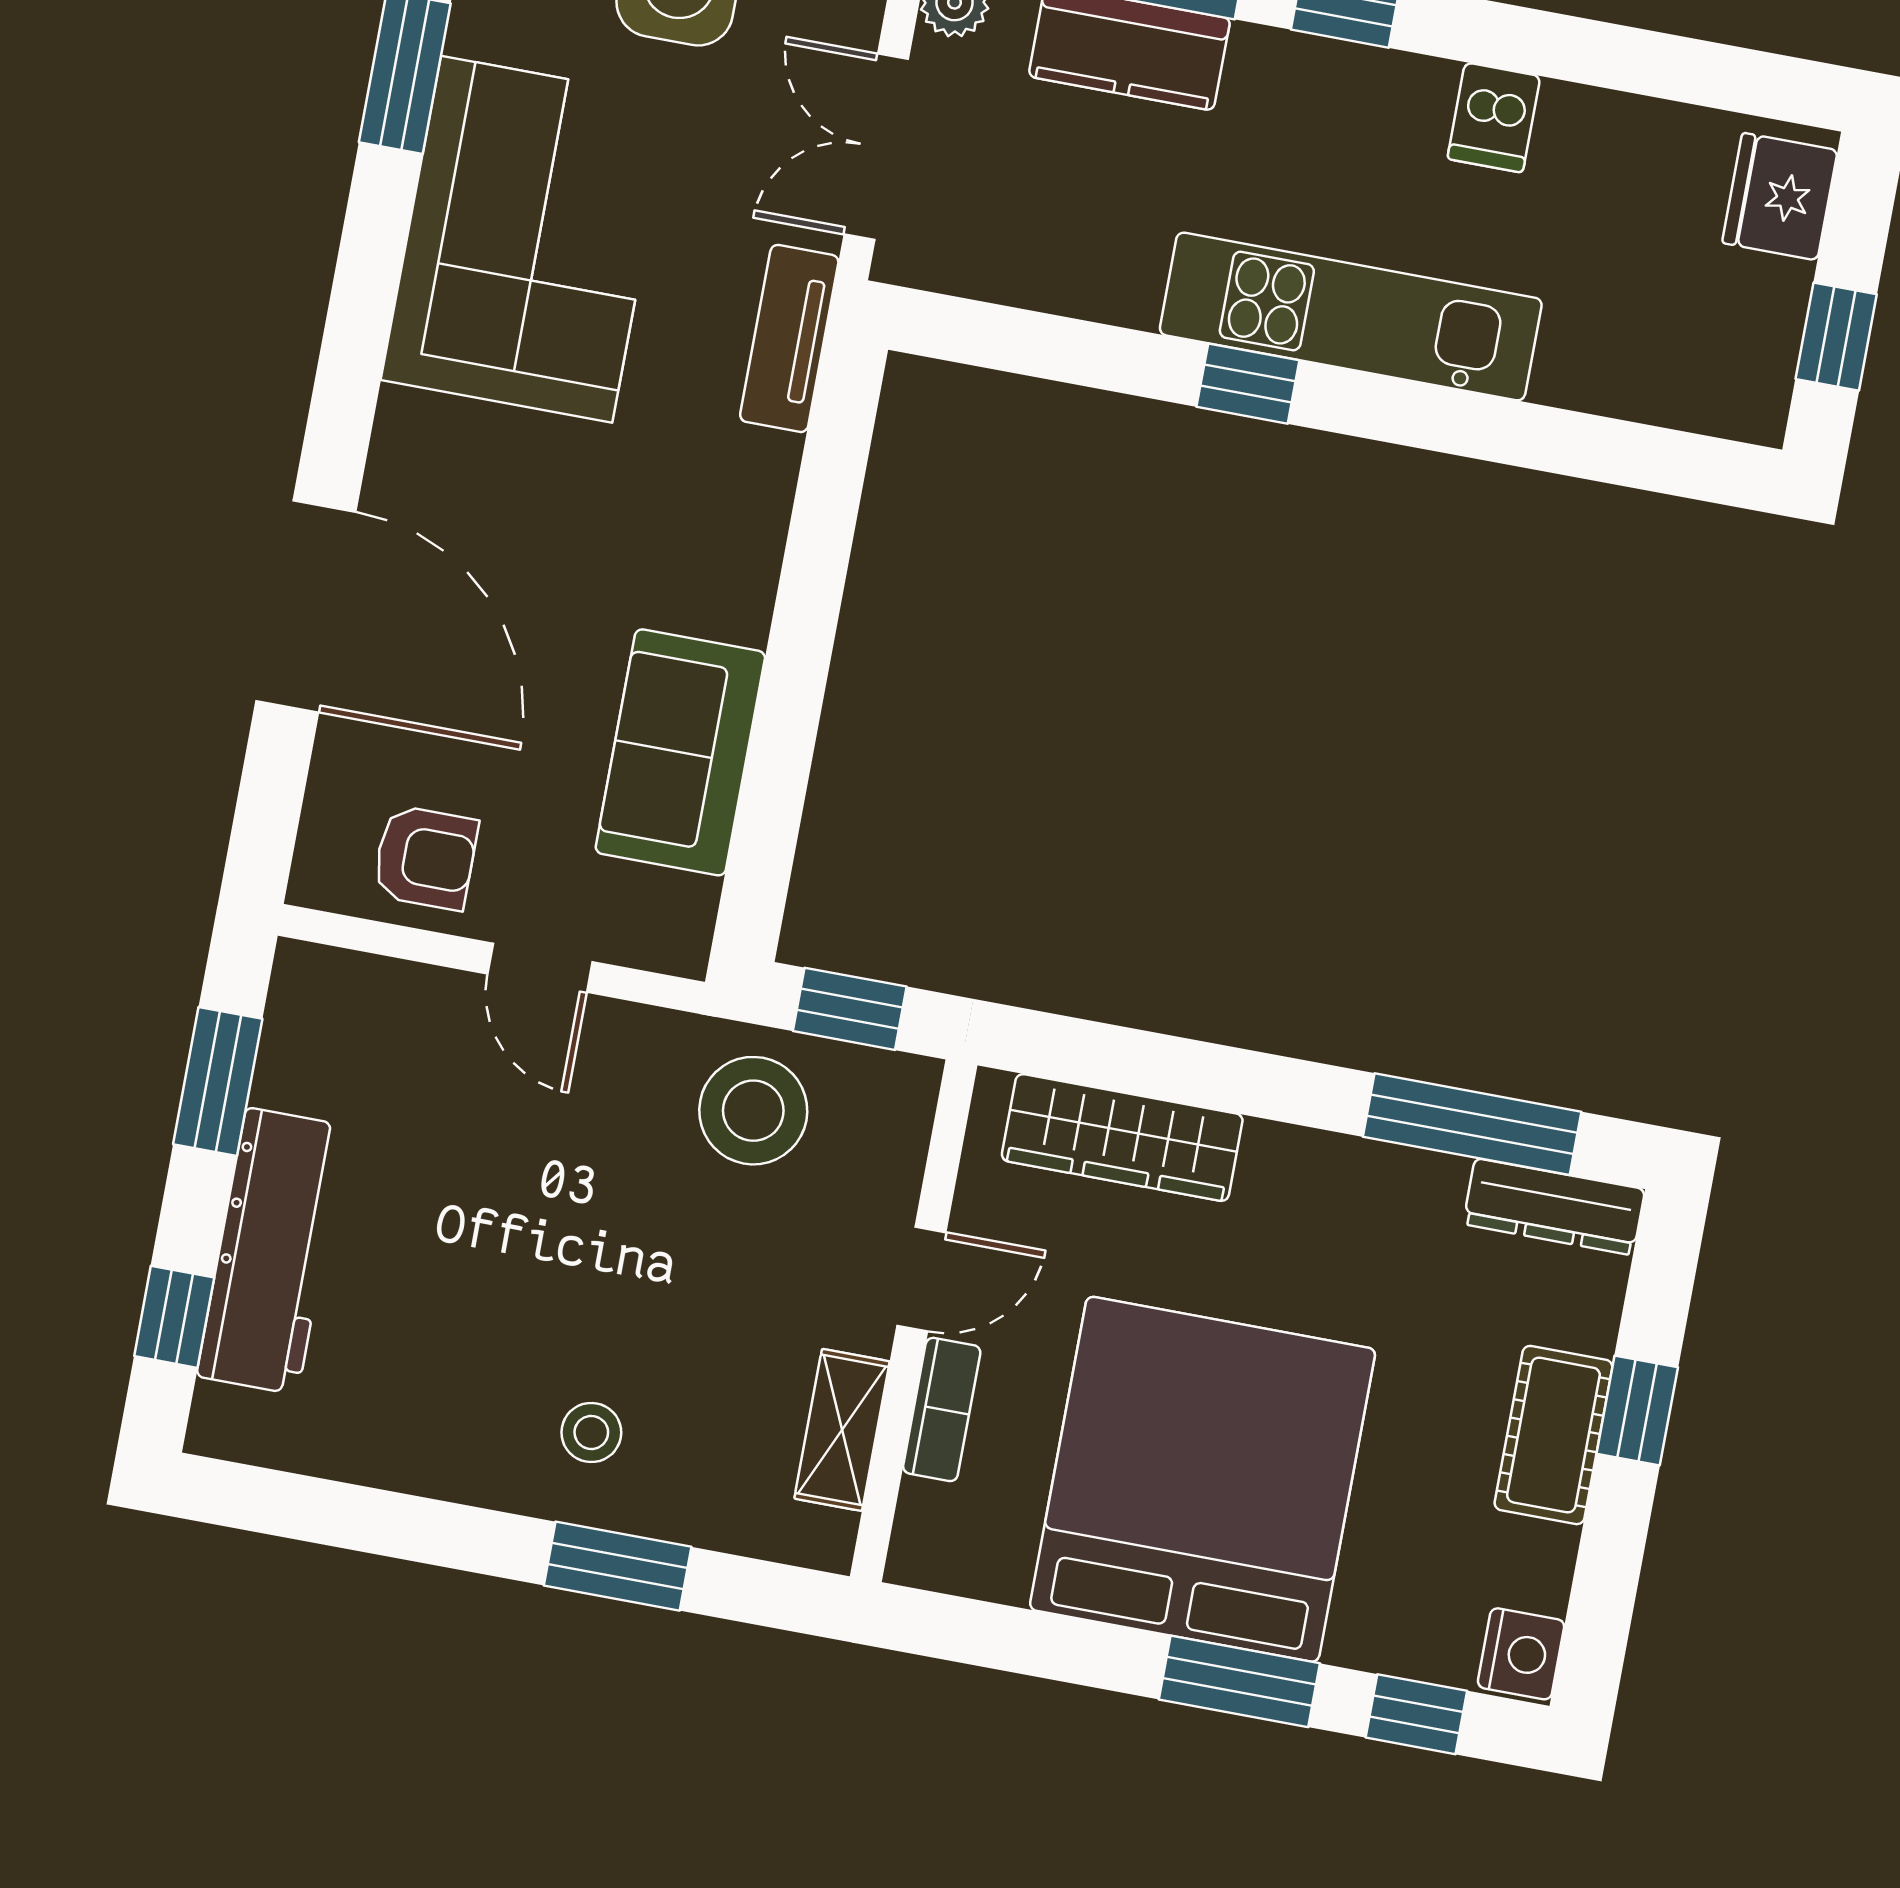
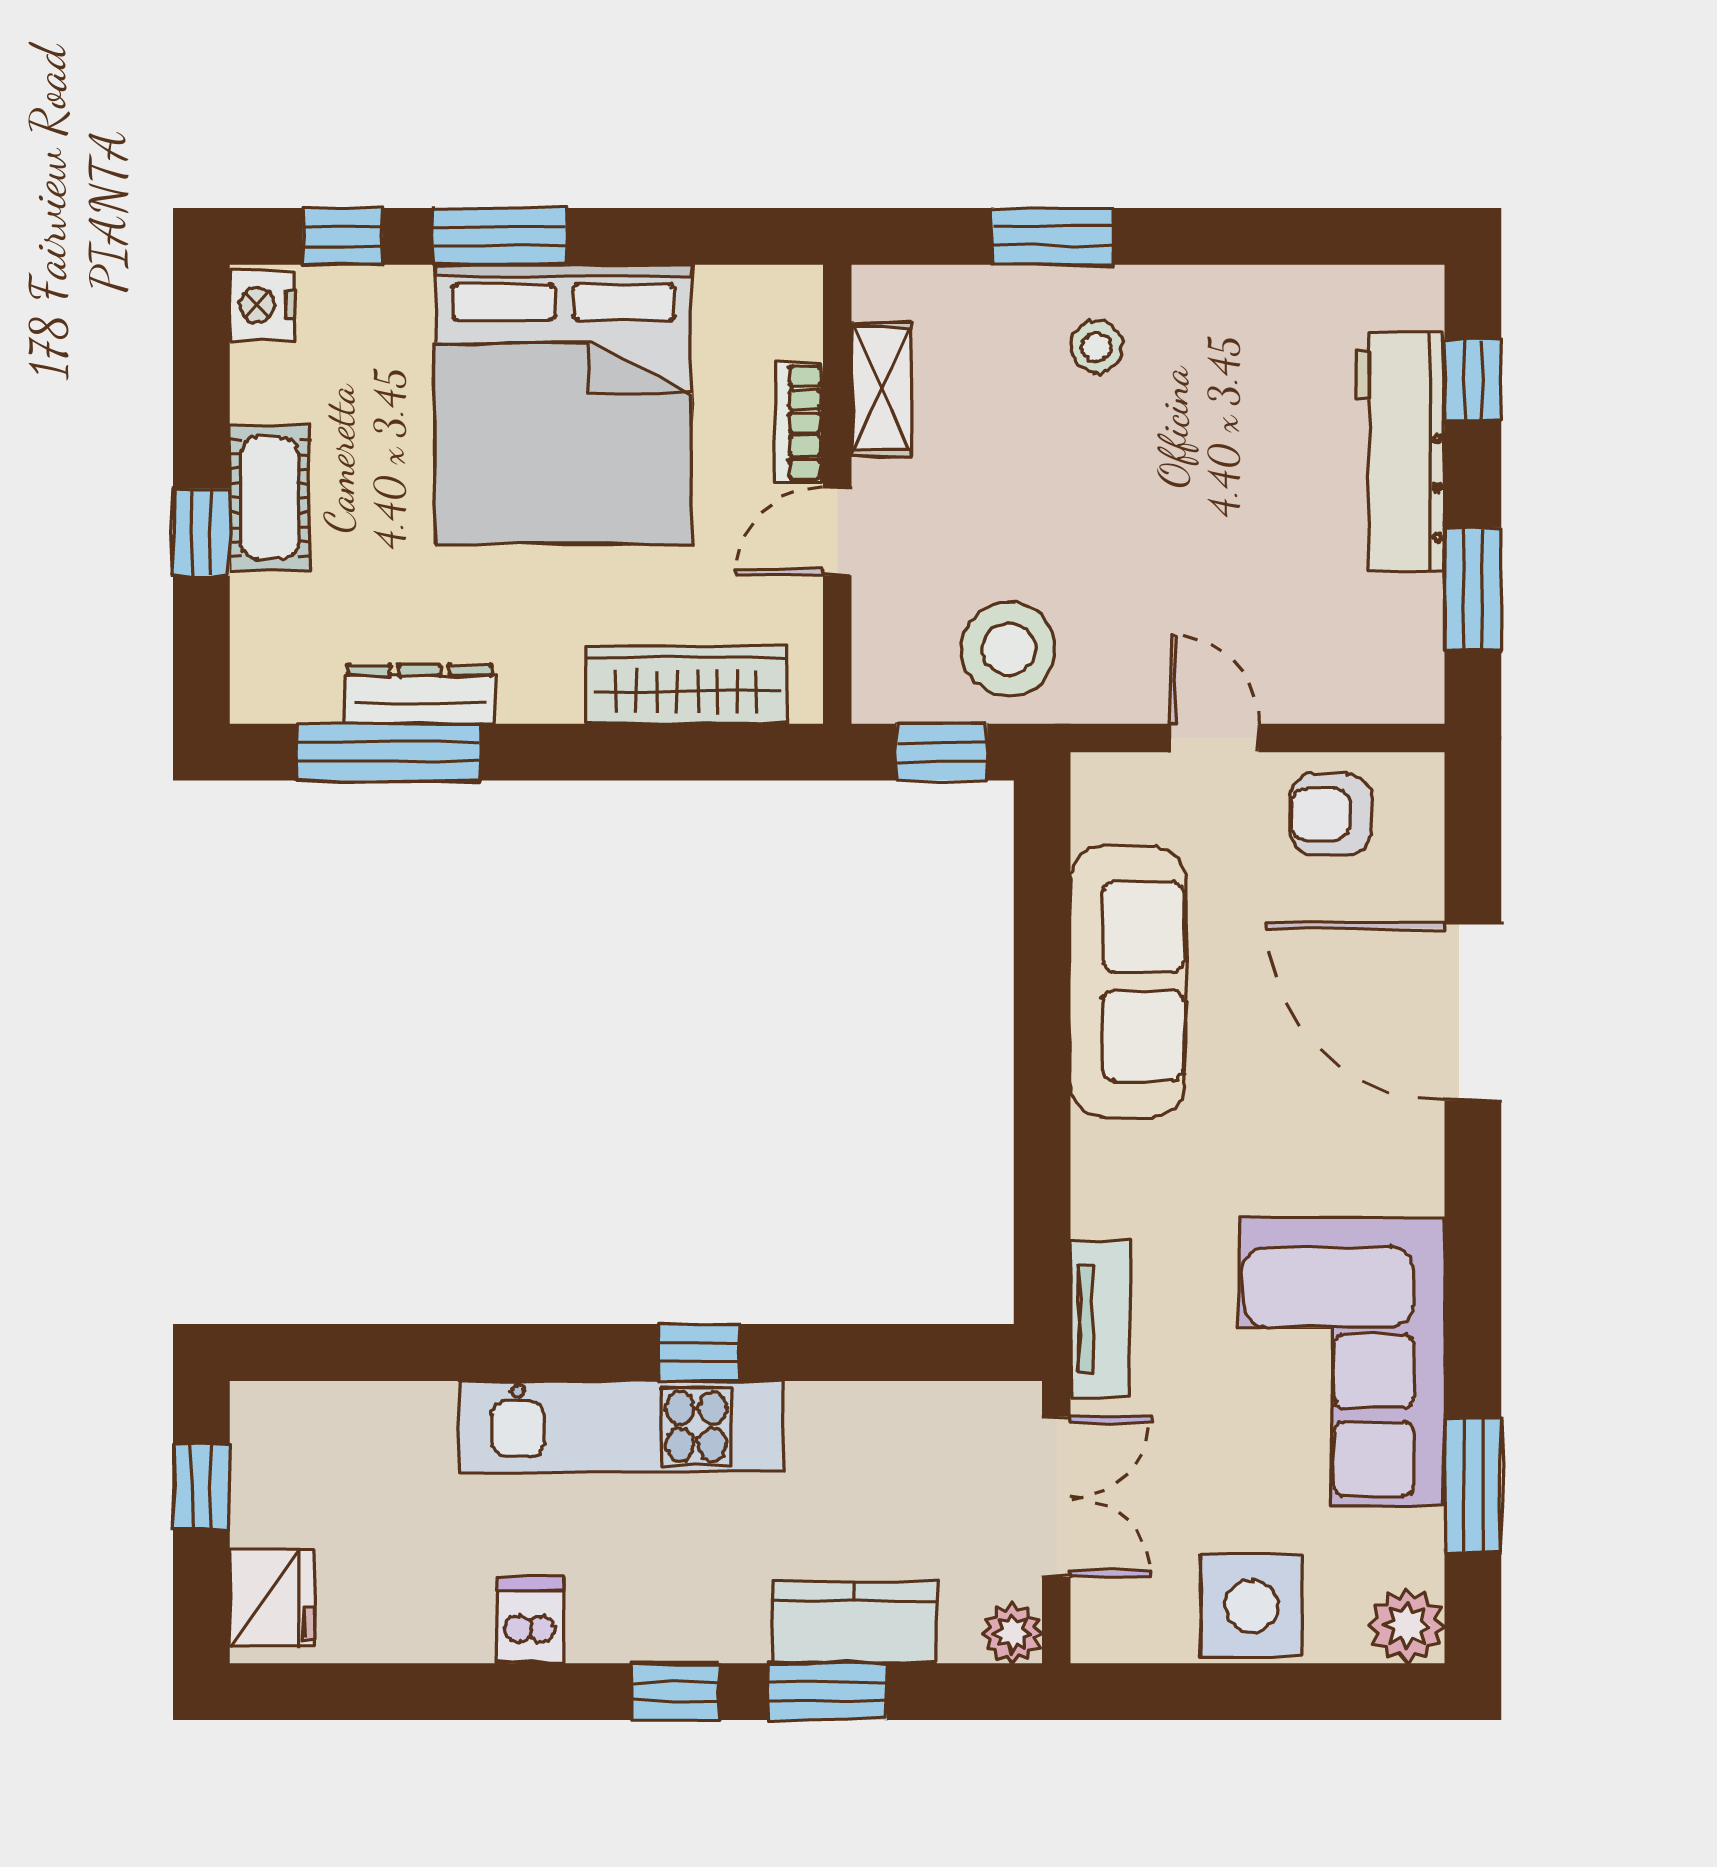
sofa: (680, 752) -> (1128, 981), width x1.36
dresser: (1554, 1207) -> (420, 694), moved

